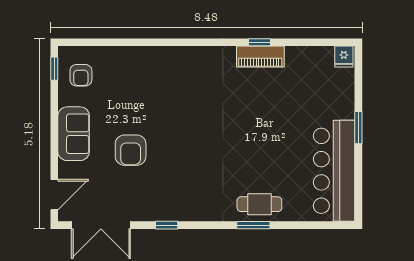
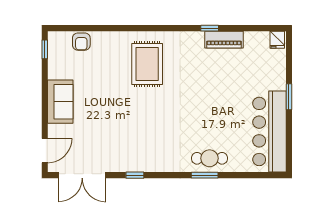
piano: (260, 56) -> (224, 40), moved
armchair: (81, 75) -> (81, 42), moved
rug: (182, 87) -> (147, 64), added
armchair: (131, 150) -> (106, 115), removed

